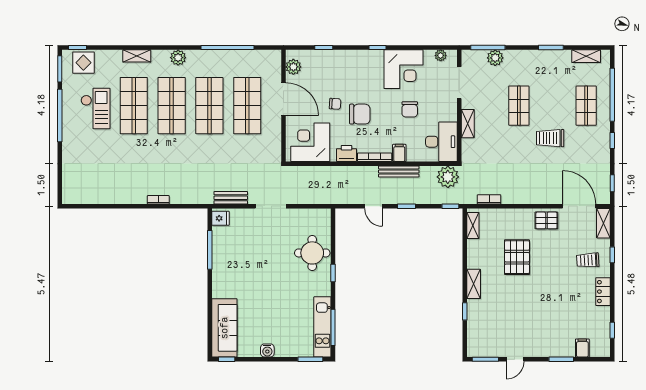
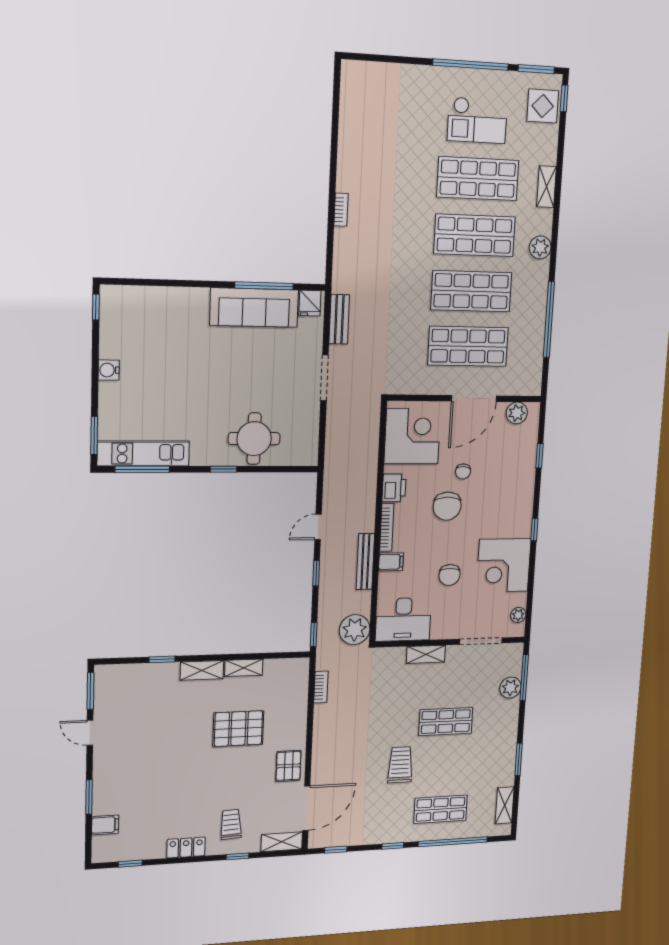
chair: (410, 109) -> (449, 575), turned -90
shelving: (473, 226) -> (244, 668), moved
sofa: (224, 328) -> (254, 308), moved

